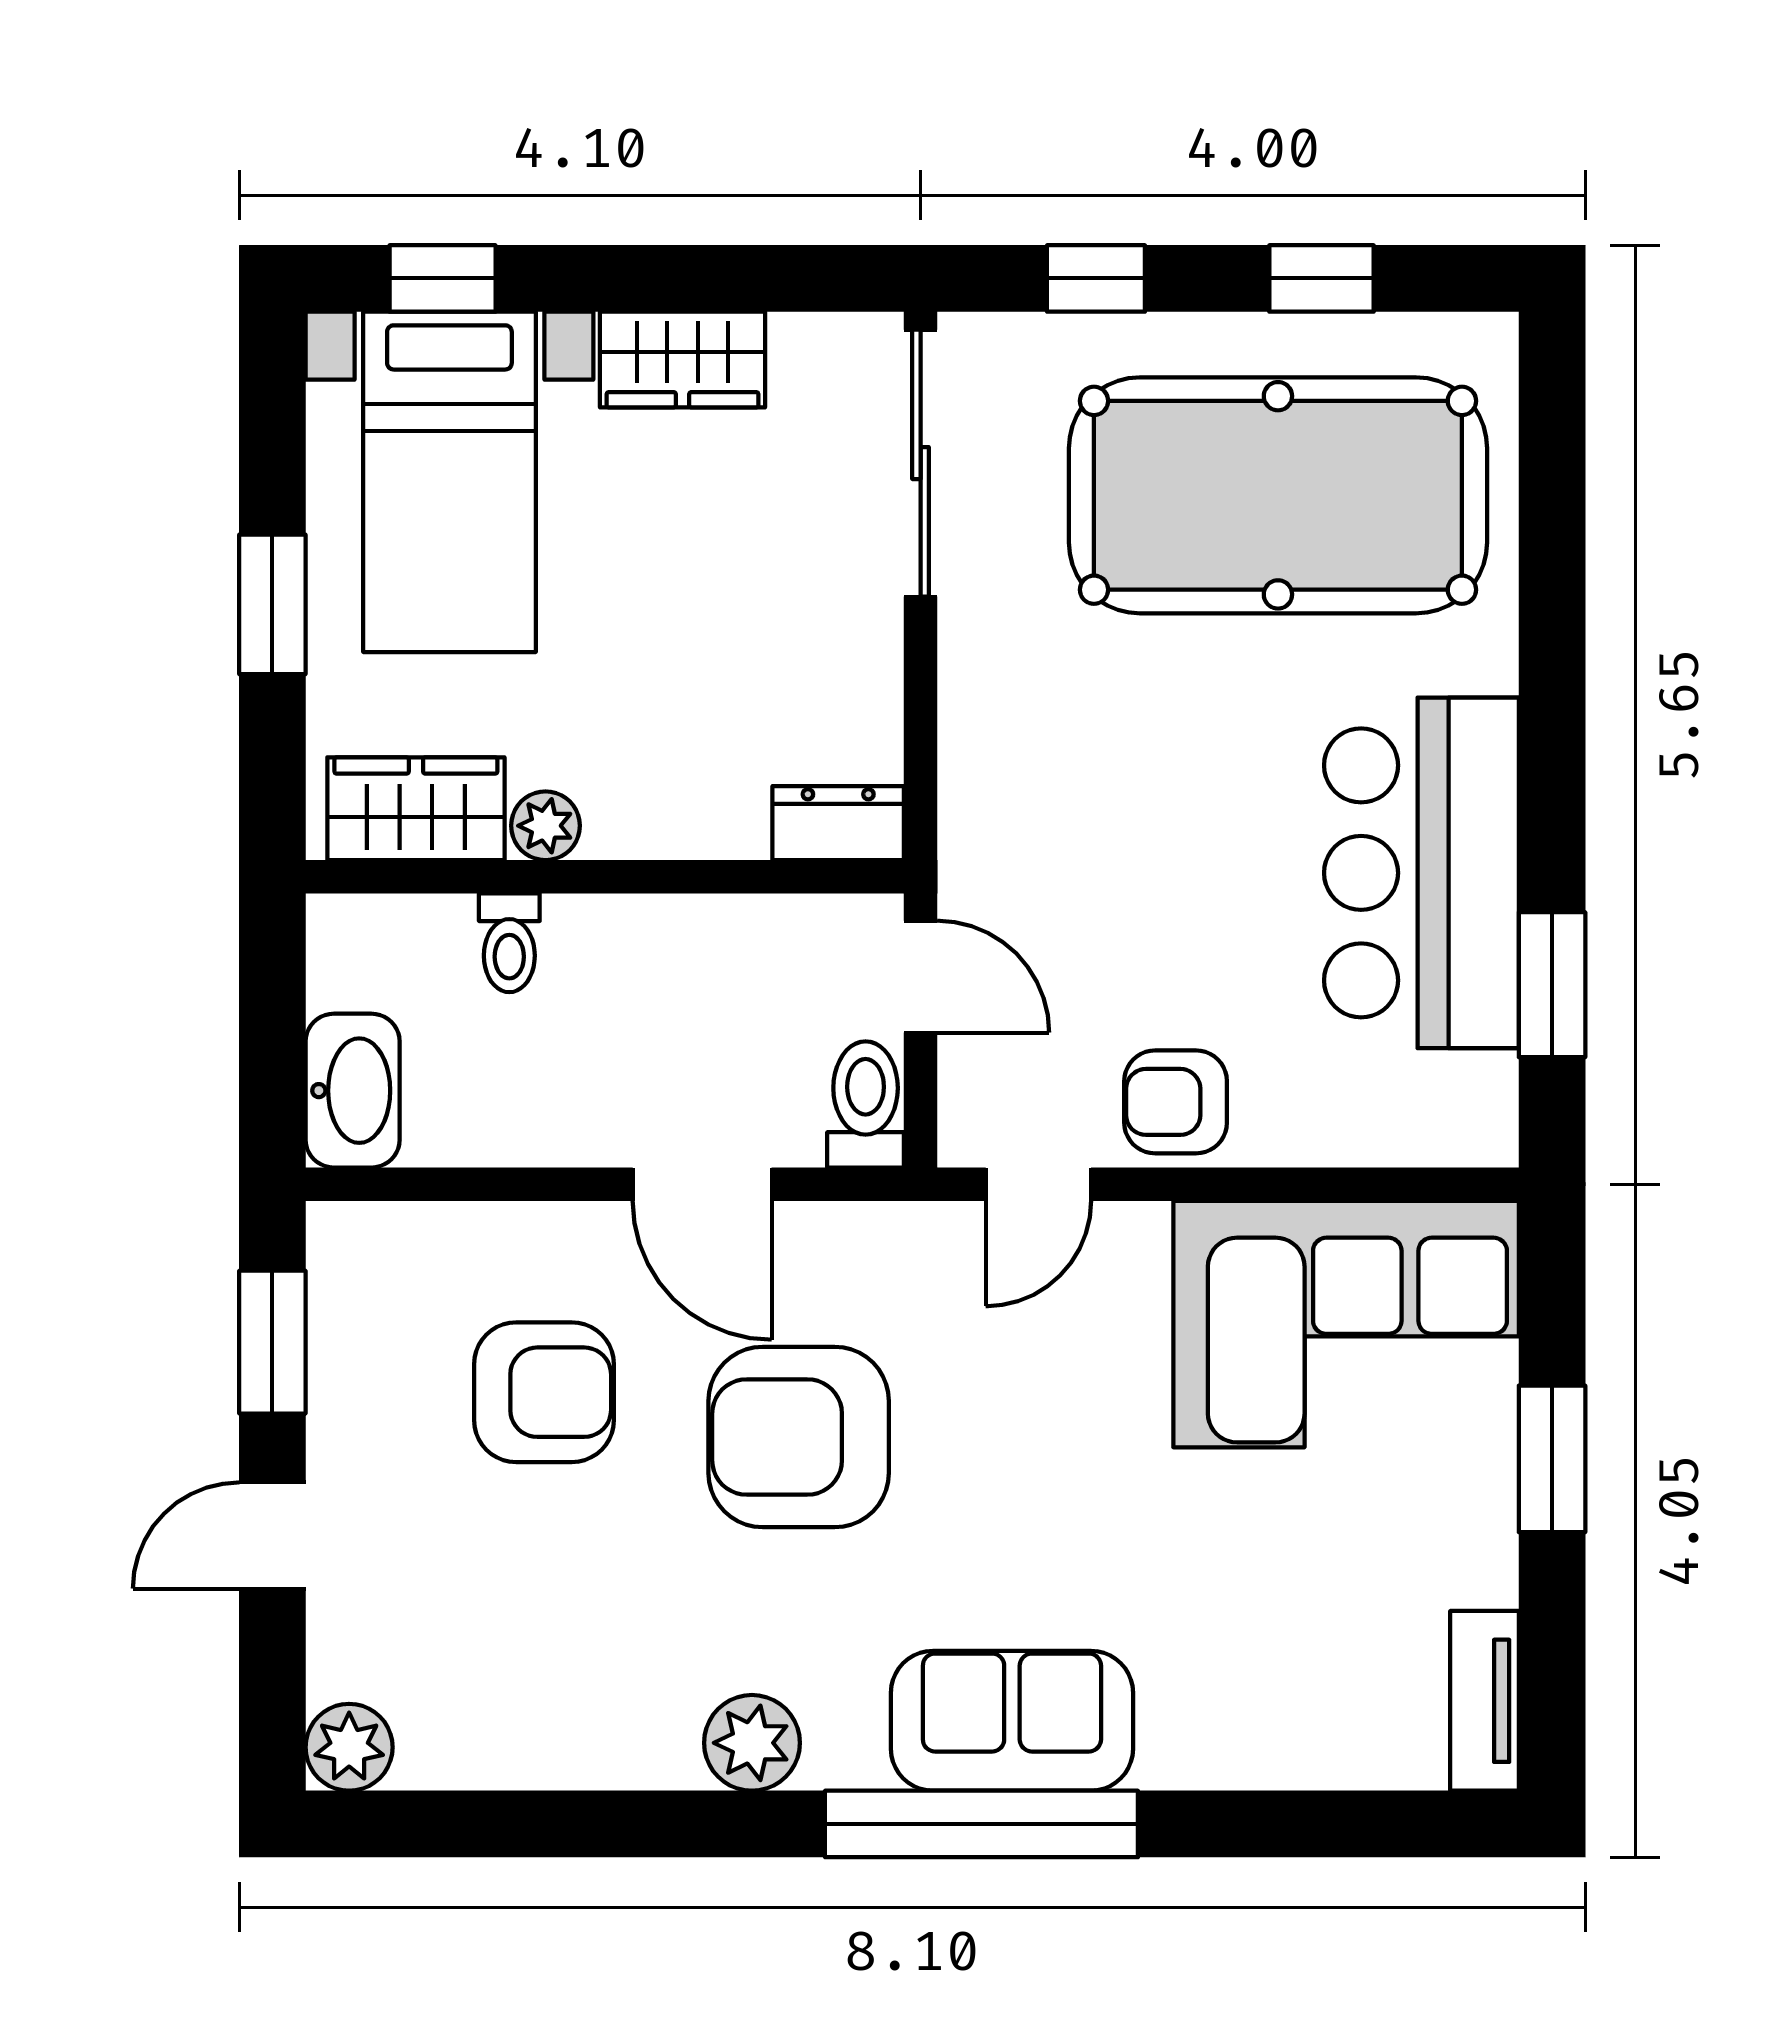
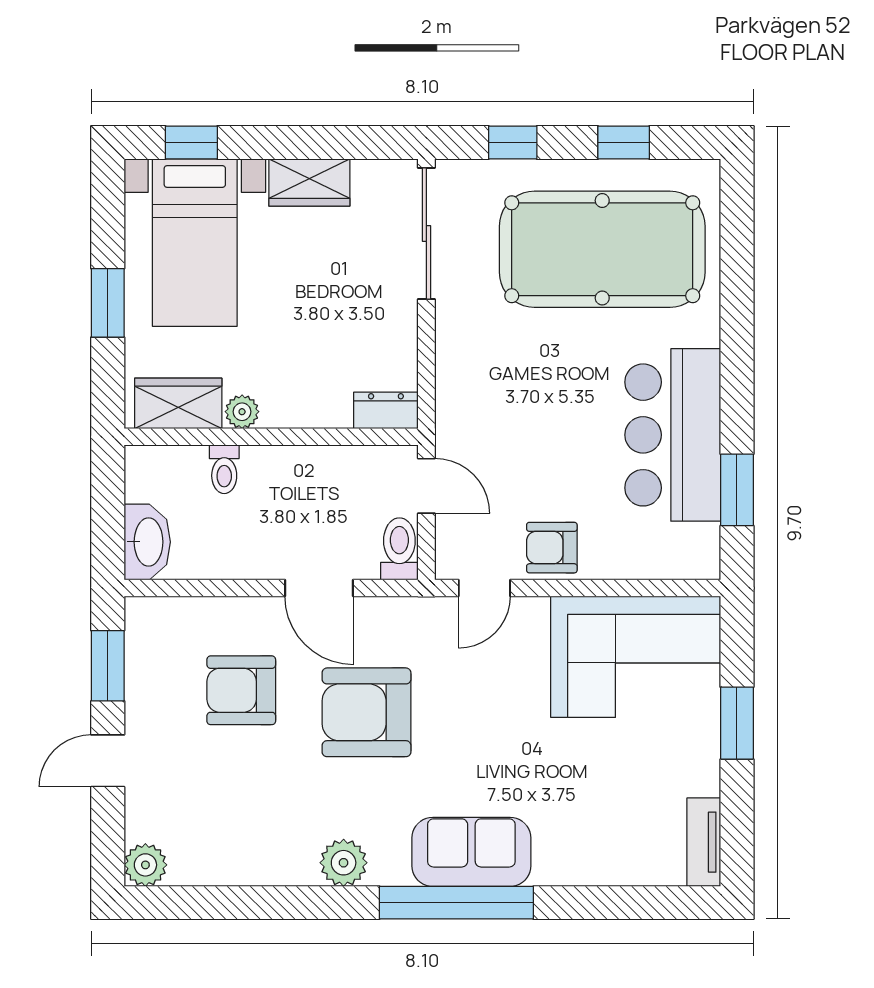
armchair: (544, 1392) -> (241, 690), turned 180

